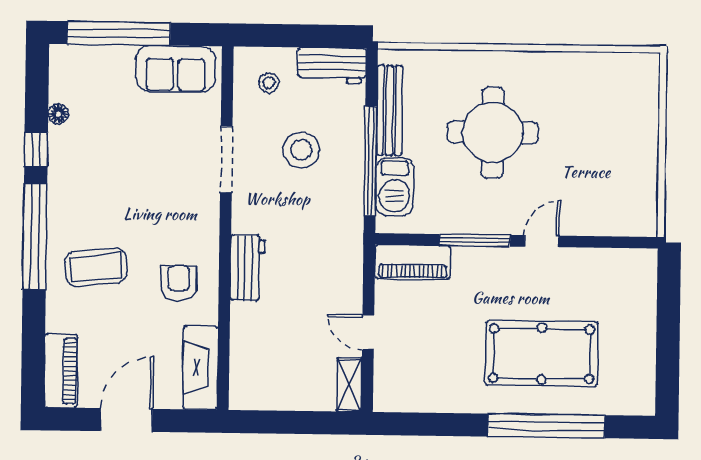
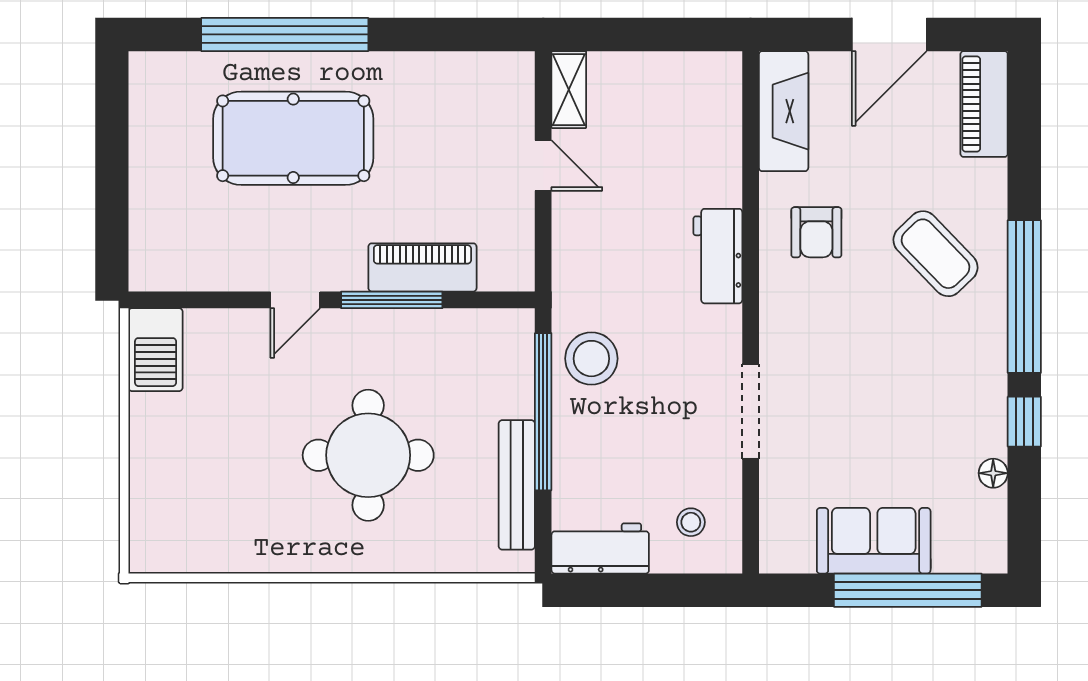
sofa: (176, 69) -> (874, 541), moved
stool: (301, 150) -> (591, 359), moved
barbecue: (395, 187) -> (156, 350), moved, turned 180
piano: (412, 262) -> (422, 267), moved
coffee table: (96, 267) -> (935, 254), turned 52

